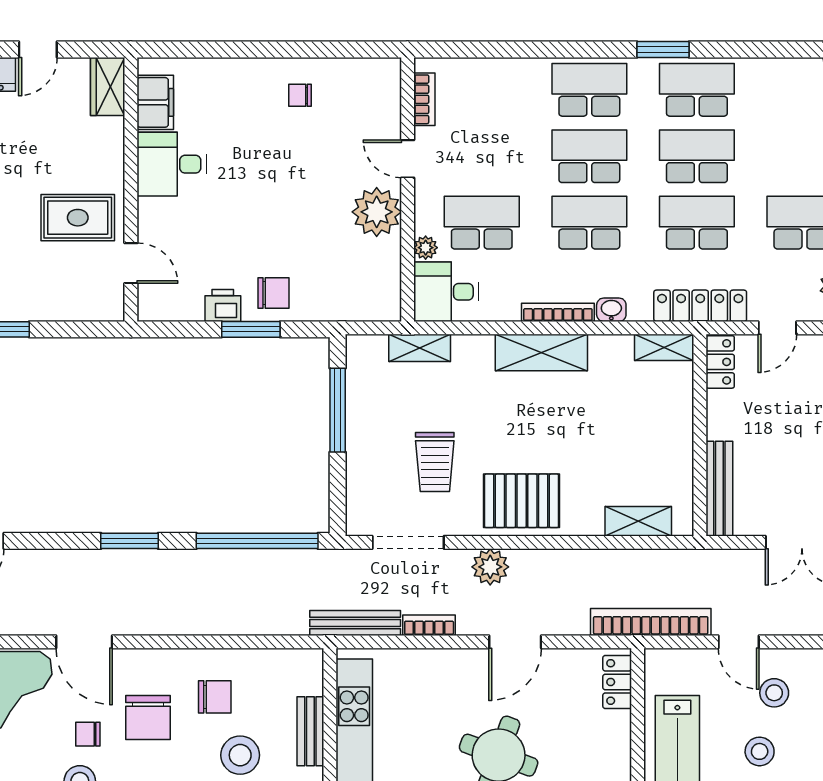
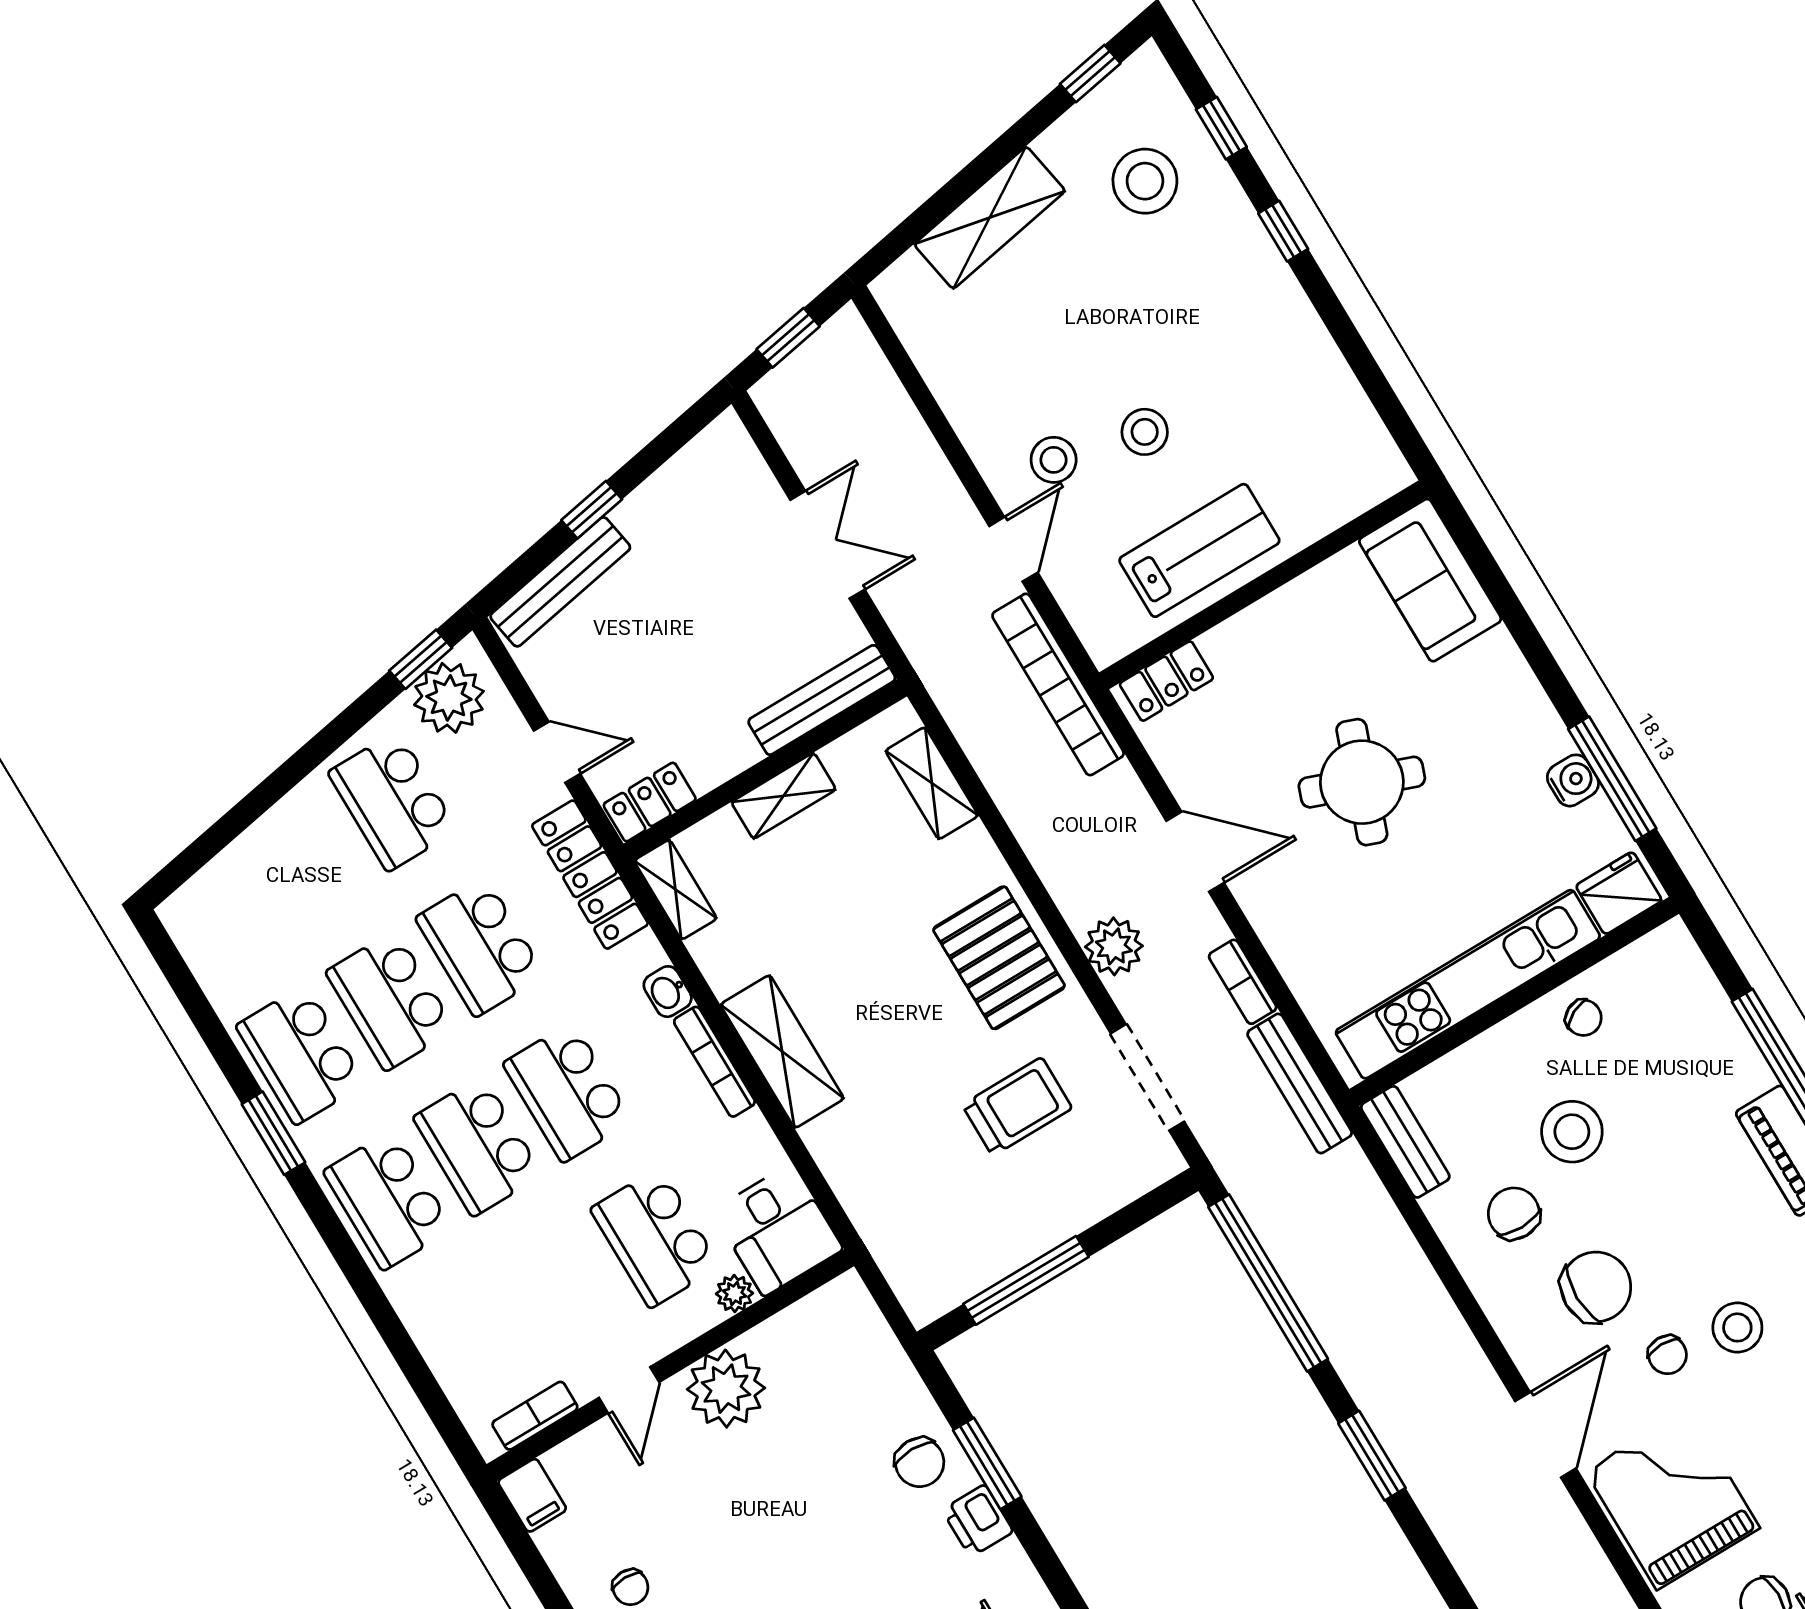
filing cabinet: (382, 72) -> (532, 1495), added
chair: (273, 293) -> (920, 1462), turned 180
shelving: (420, 348) -> (784, 796), moved, turned 90
bench: (310, 731) -> (1405, 1142), moved, turned 90

